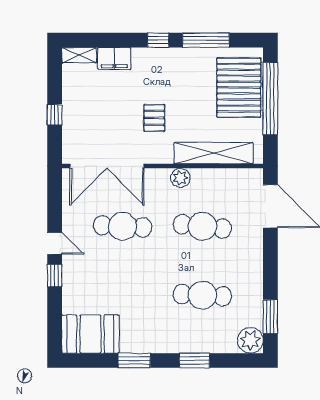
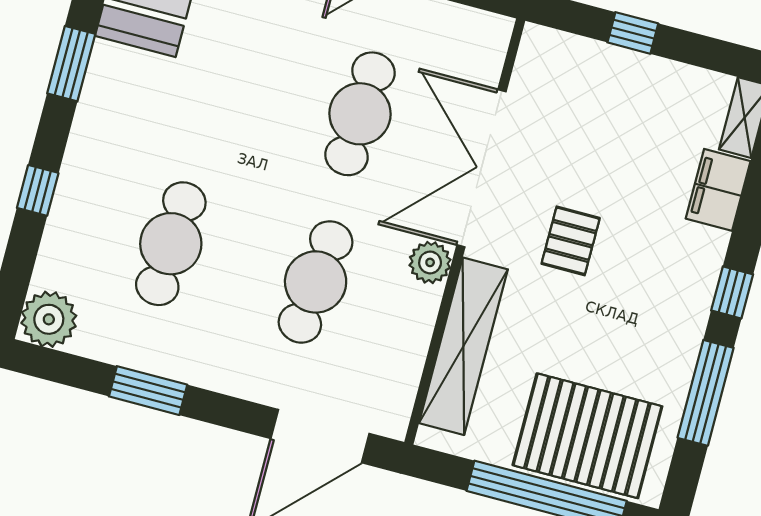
pallet: (154, 118) -> (571, 241), turned 90
double door: (107, 166) -> (481, 168), moved
window: (270, 317) -> (148, 391), moved
window: (194, 361) -> (38, 190), width x0.67

